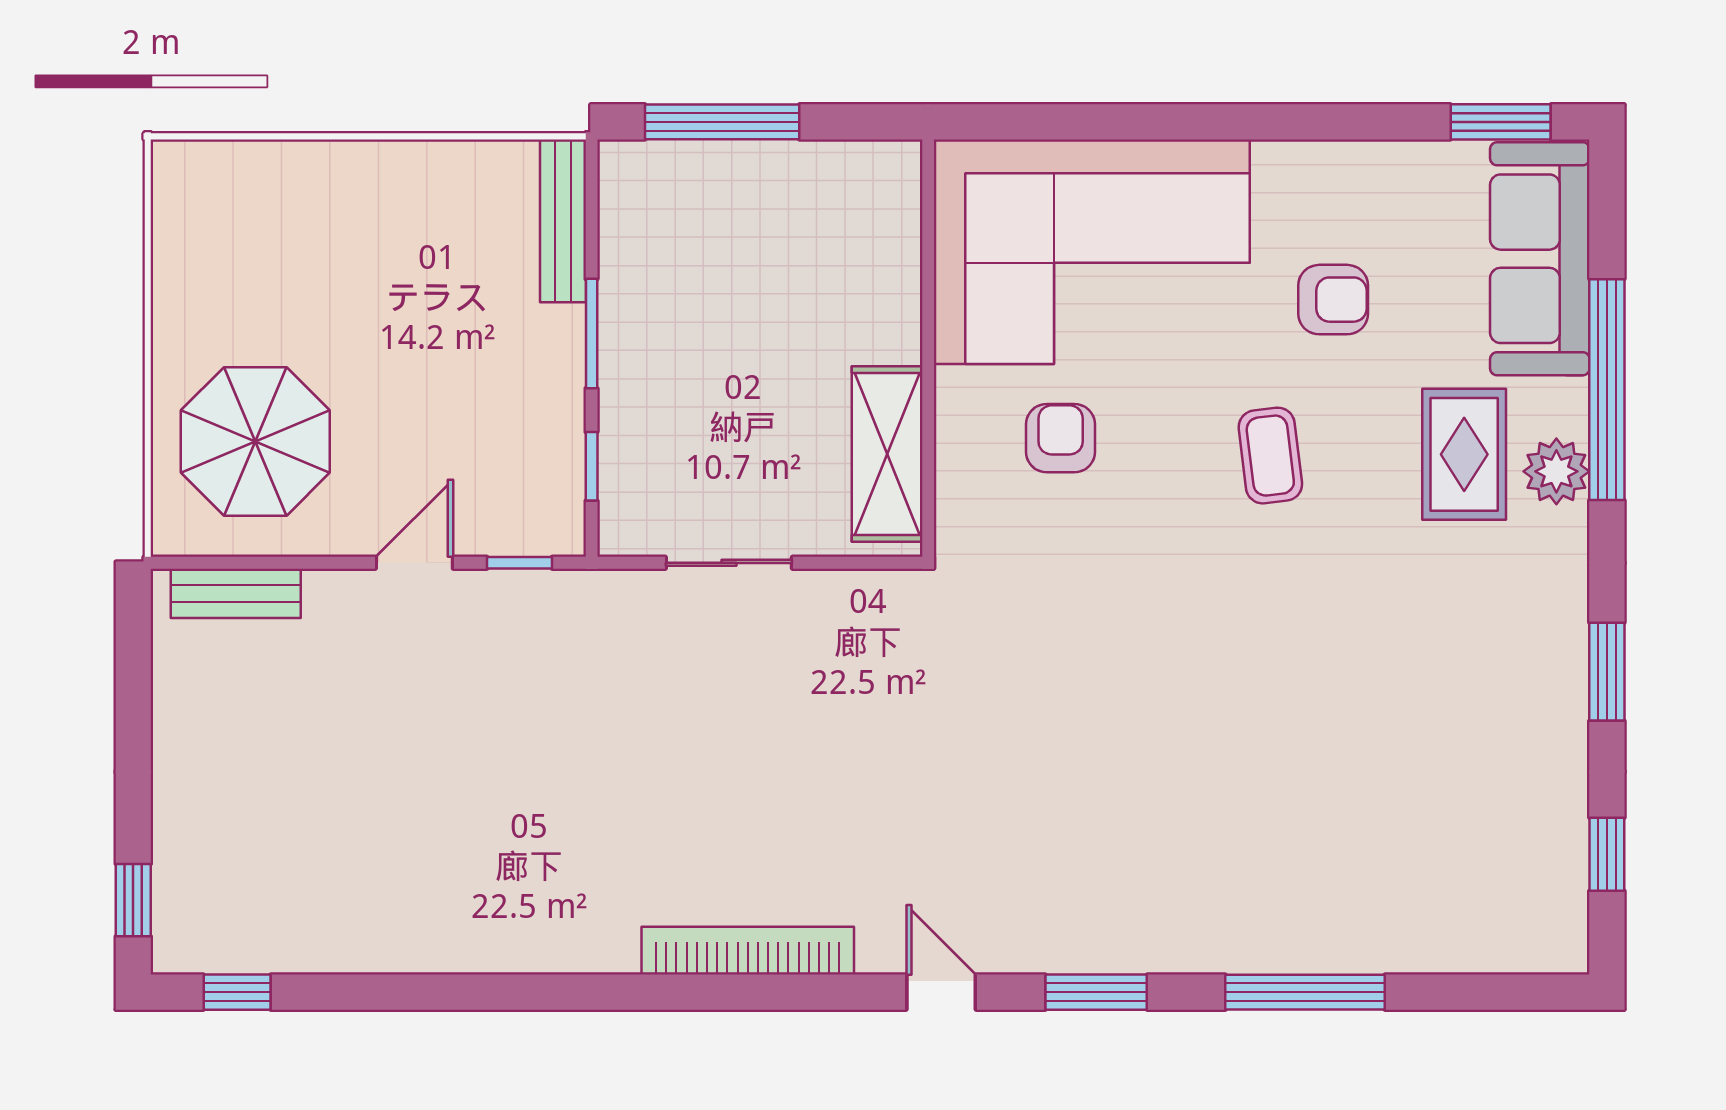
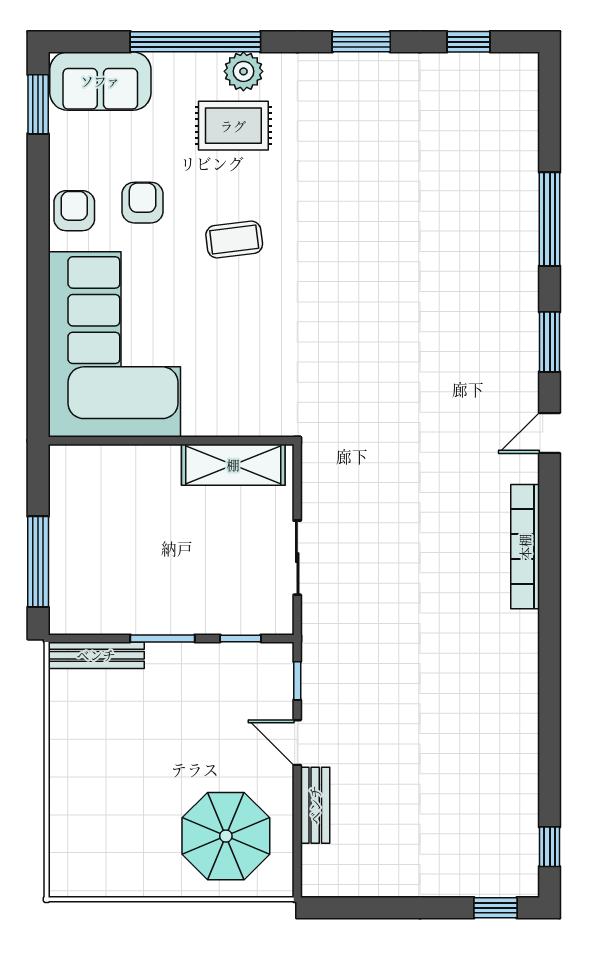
sofa: (1540, 259) -> (100, 81), width x0.73
armchair: (1061, 438) -> (74, 211), moved, turned 90
bench: (236, 593) -> (315, 805), moved

